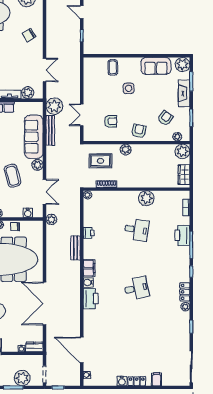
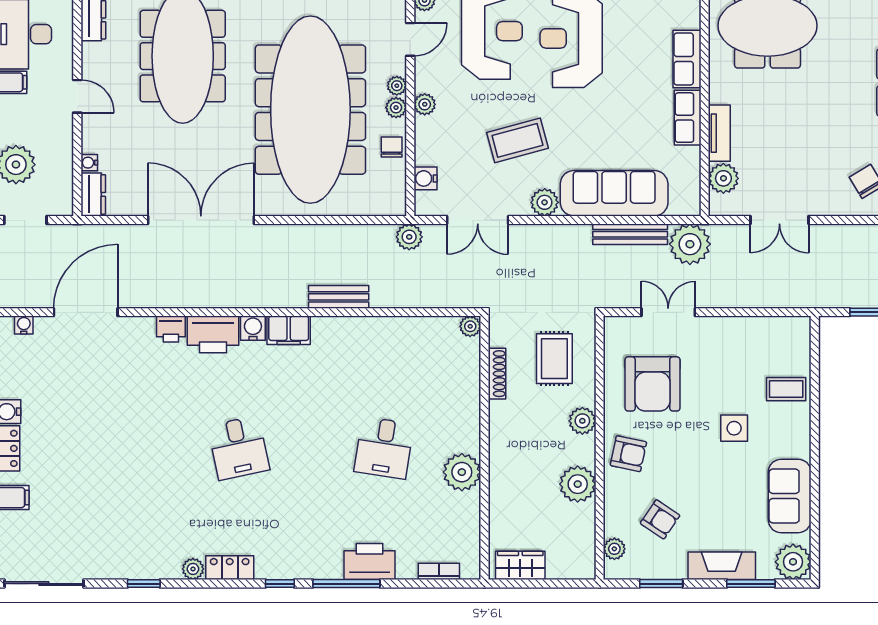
armchair: (111, 121) -> (652, 384), width x1.88, depth x1.88
plant: (182, 151) -> (578, 484), moved
printer: (89, 233) -> (171, 329), moved

